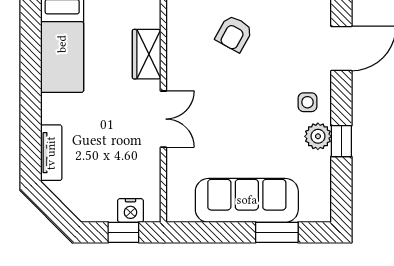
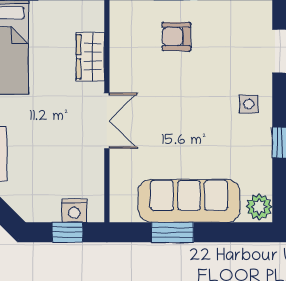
armchair: (234, 34) -> (176, 37), turned 61
plant: (318, 136) -> (259, 207), moved
window: (277, 232) -> (172, 232), moved

